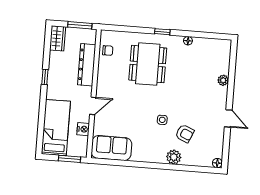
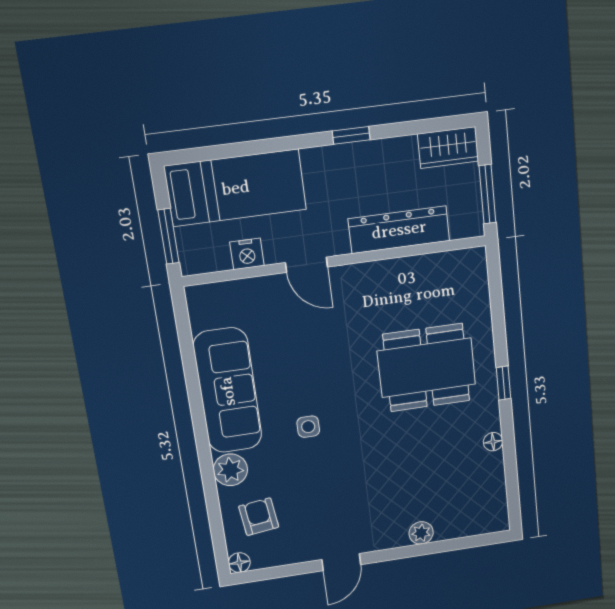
chair: (108, 51) -> (441, 272), removed
armchair: (185, 134) -> (259, 517), moved, turned 150
sofa: (111, 148) -> (228, 391), moved, width x1.36

